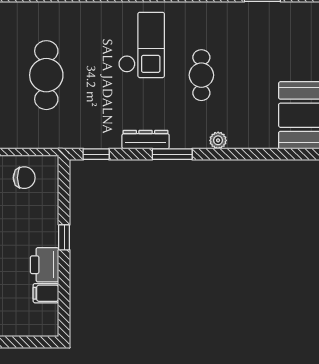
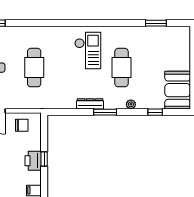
cafe table: (201, 75) -> (121, 68), width x1.37, depth x1.35
window: (96, 154) -> (155, 112), moved
printer: (45, 265) -> (33, 161), moved

